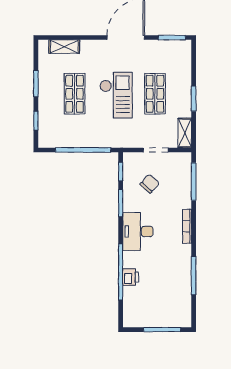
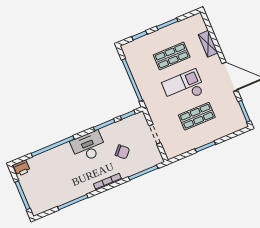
shelving: (64, 47) -> (208, 44), moved
checkout: (116, 95) -> (184, 87), turned 180
shelving: (185, 133) -> (177, 151), removed
chair: (150, 184) -> (122, 152), moved
printer: (131, 277) -> (22, 168), moved

